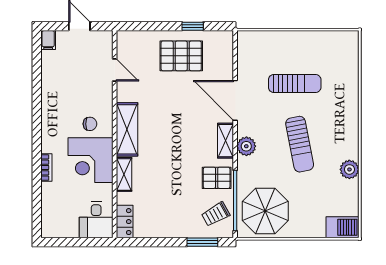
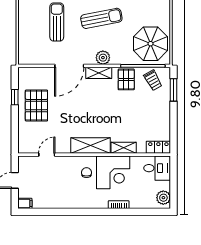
plant: (56, 228) -> (163, 198), added

